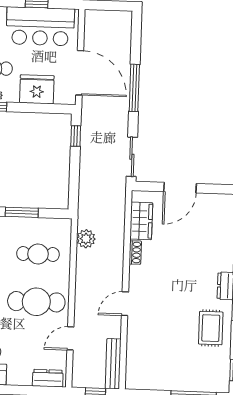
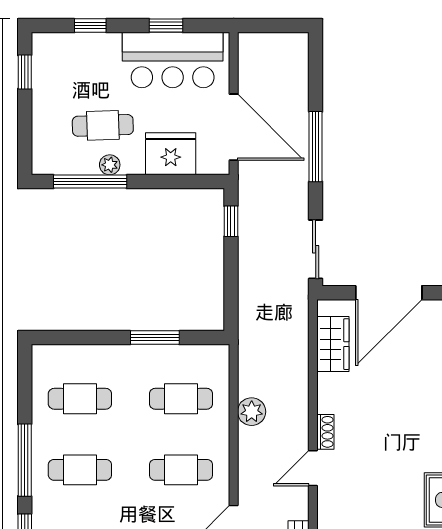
door: (180, 188) -> (389, 293), width x1.36
plant: (86, 239) -> (252, 412), moved
shoe rack: (135, 252) -> (325, 432), moved
cafe table: (36, 302) -> (181, 470), width x0.73, depth x0.74

